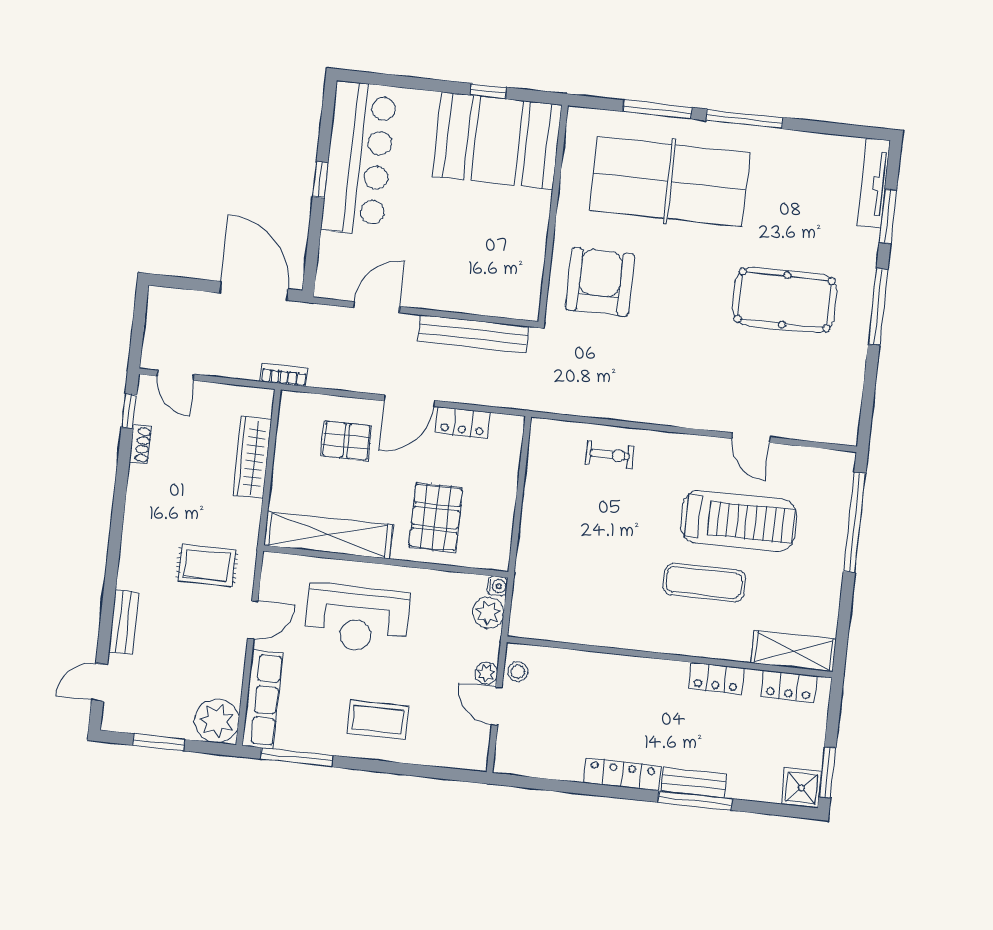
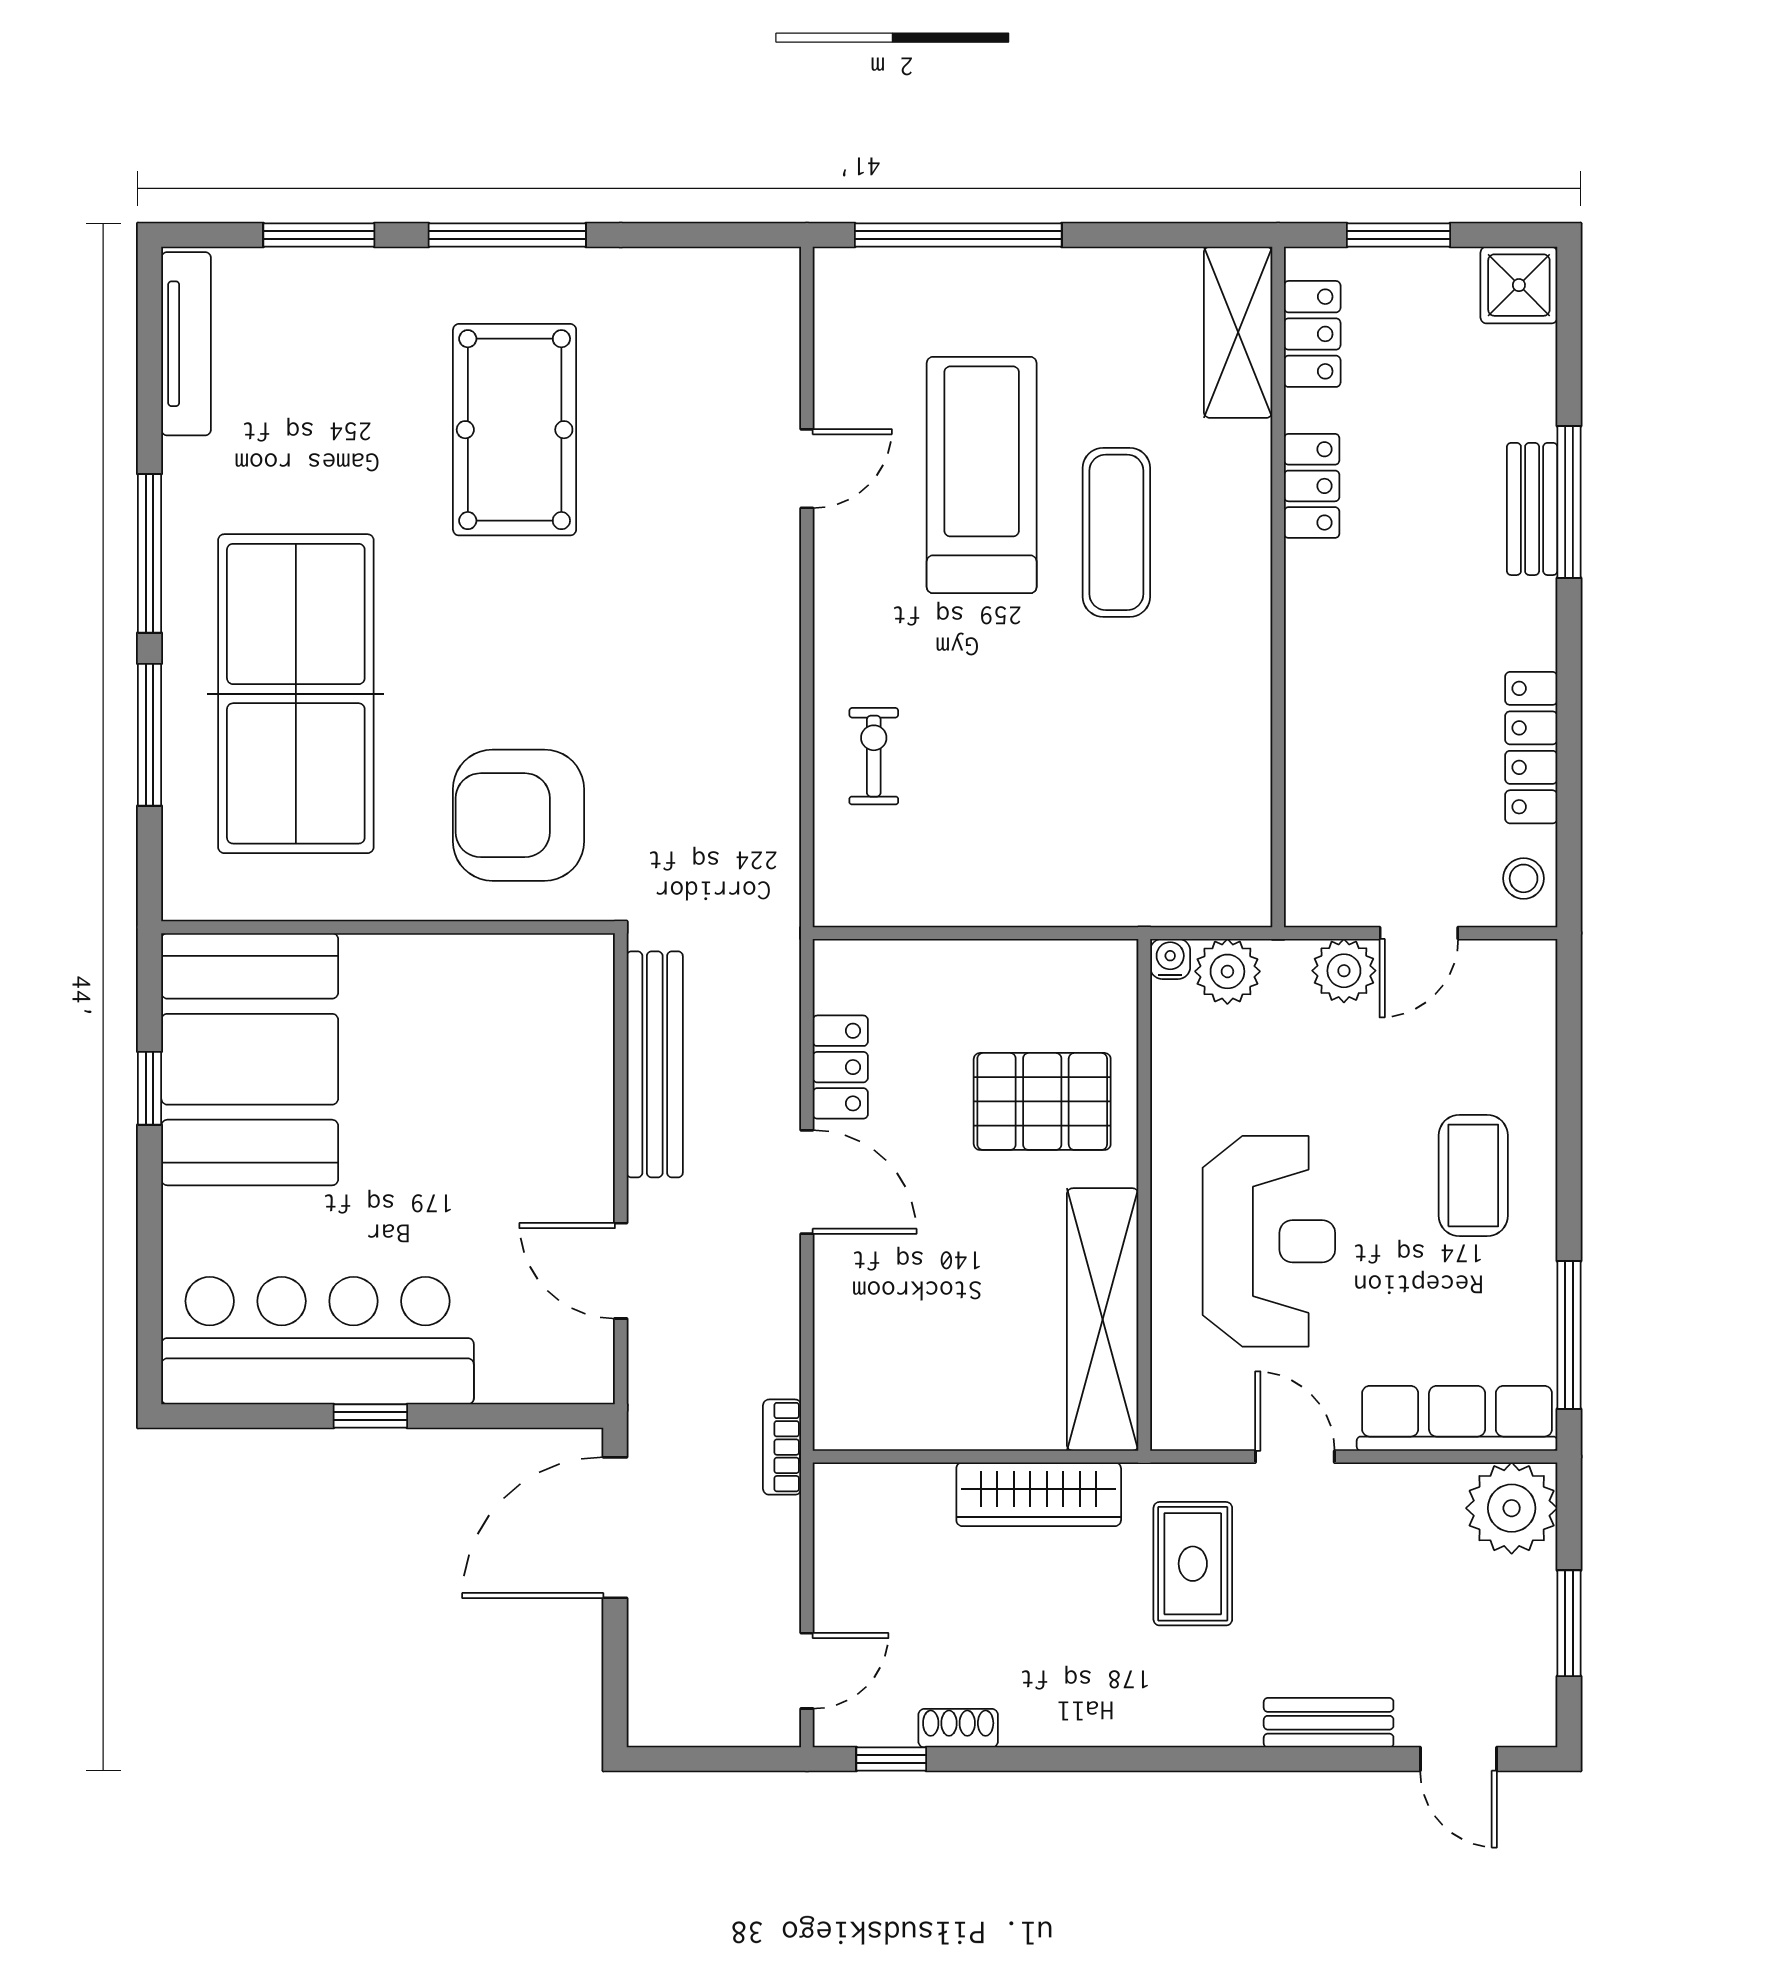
tv unit: (874, 183) -> (186, 344), moved, turned -90
pallet: (346, 441) -> (904, 1303), removed
wardrobe: (252, 457) -> (1039, 1494), moved
stool: (518, 672) -> (1524, 878), moved
plant: (486, 673) -> (1344, 971), width x1.38, depth x1.38
window: (827, 772) -> (1398, 235), moved
locker: (622, 774) -> (1531, 748), moved

